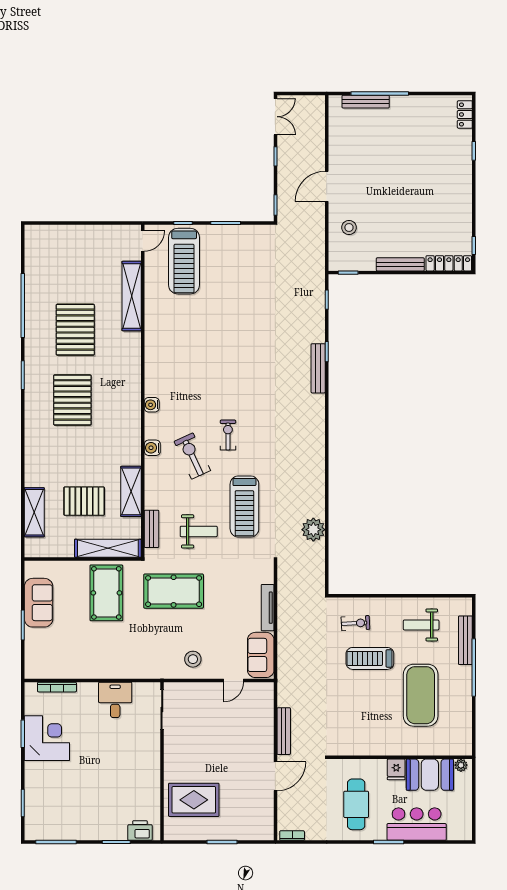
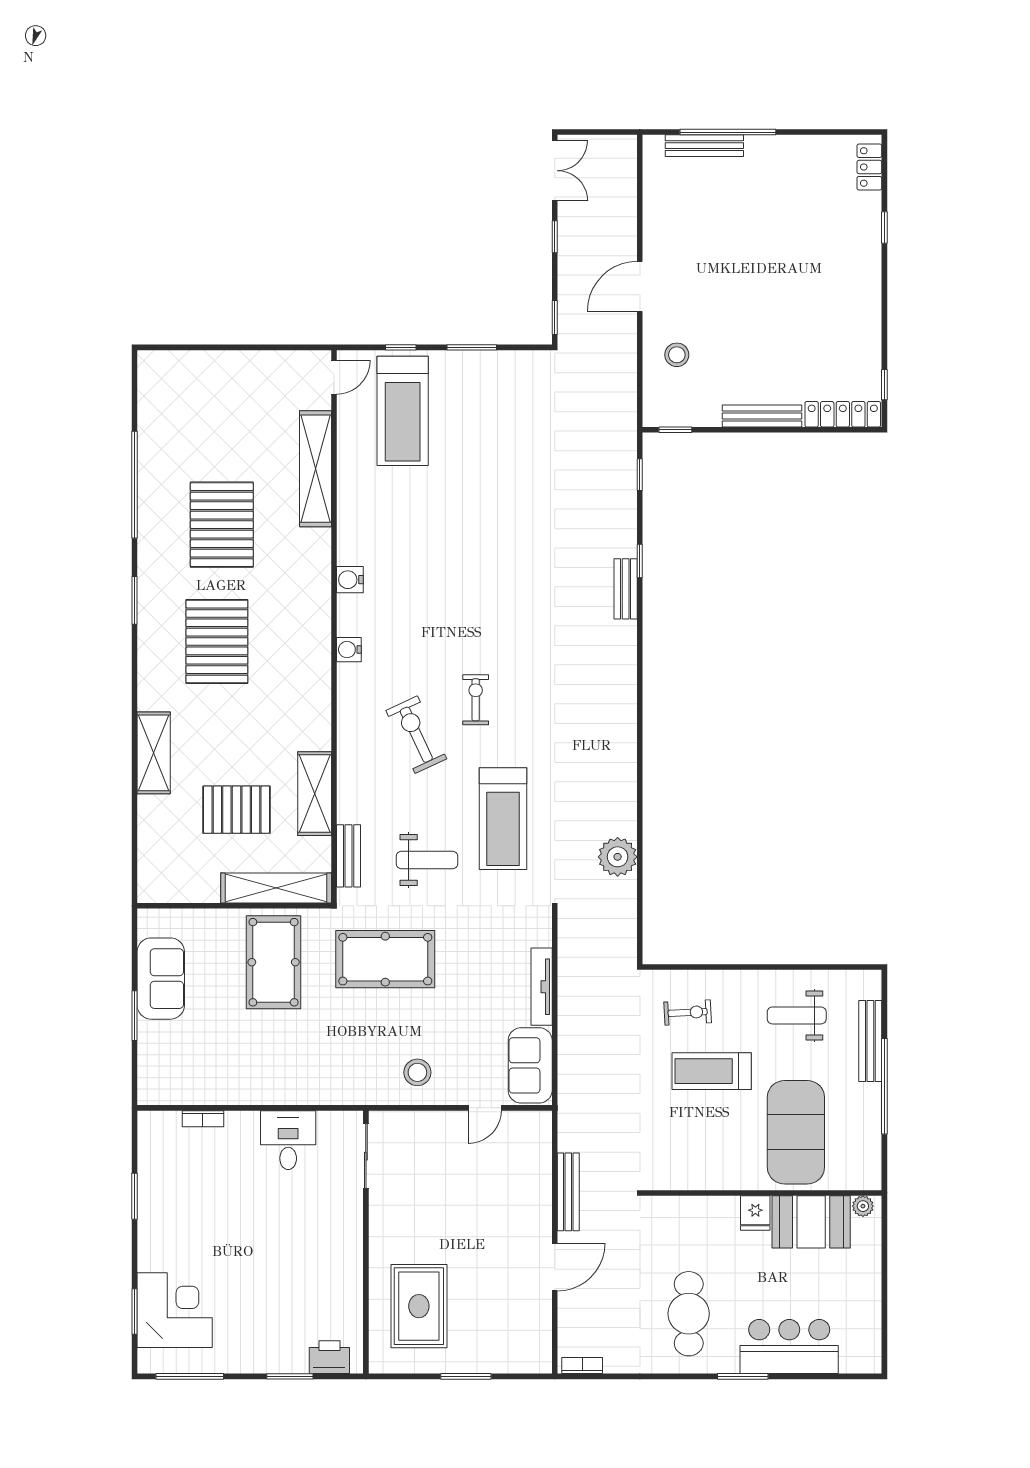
bench: (318, 368) -> (626, 589), width x0.73
water cooler: (152, 448) -> (350, 580), moved
shelving: (34, 512) -> (154, 753), moved
bookcase: (57, 687) -> (203, 1119), width x0.64
corner desk: (47, 738) -> (175, 1310), moved
wall: (400, 757) -> (762, 1193), moved
plant: (461, 765) -> (863, 1206), moved
fridge: (396, 769) -> (755, 1213), moved
booth: (430, 775) -> (811, 1222), moved
rug: (194, 800) -> (419, 1306), turned 90

